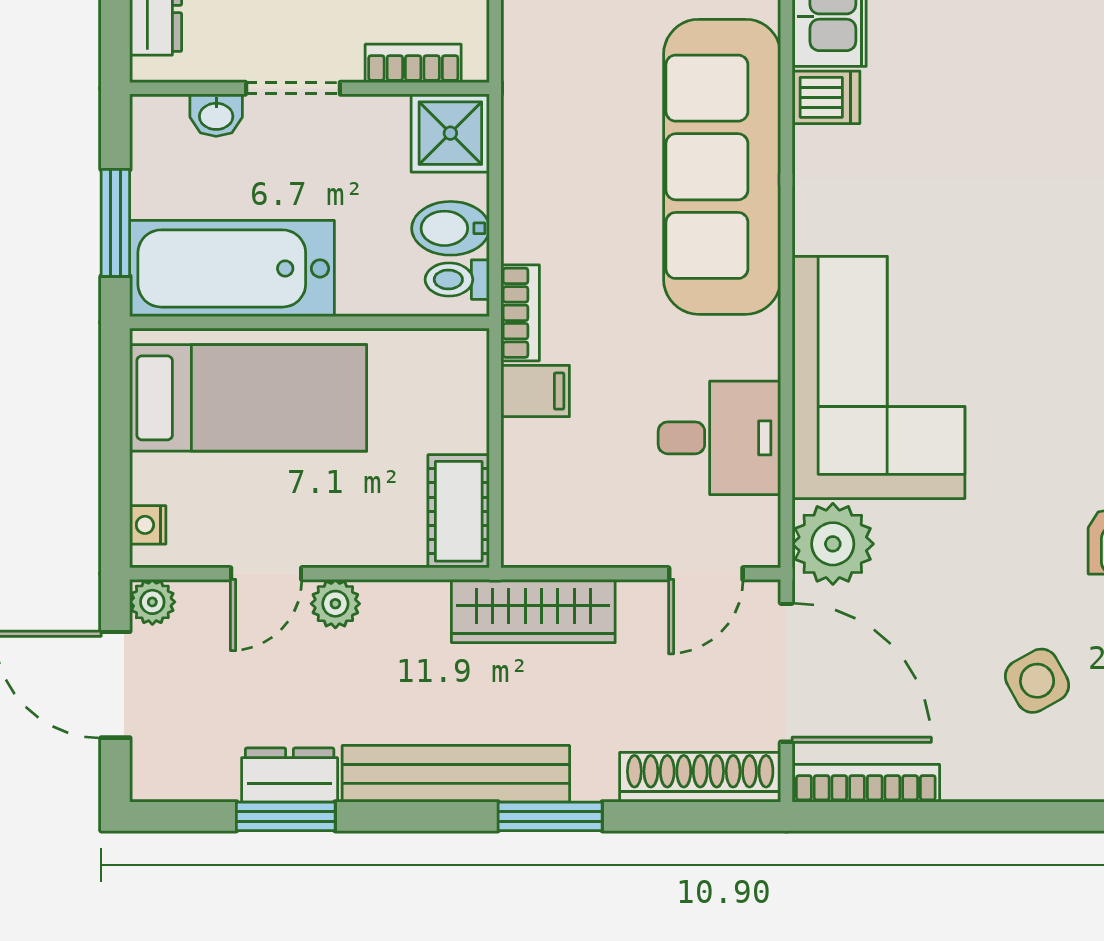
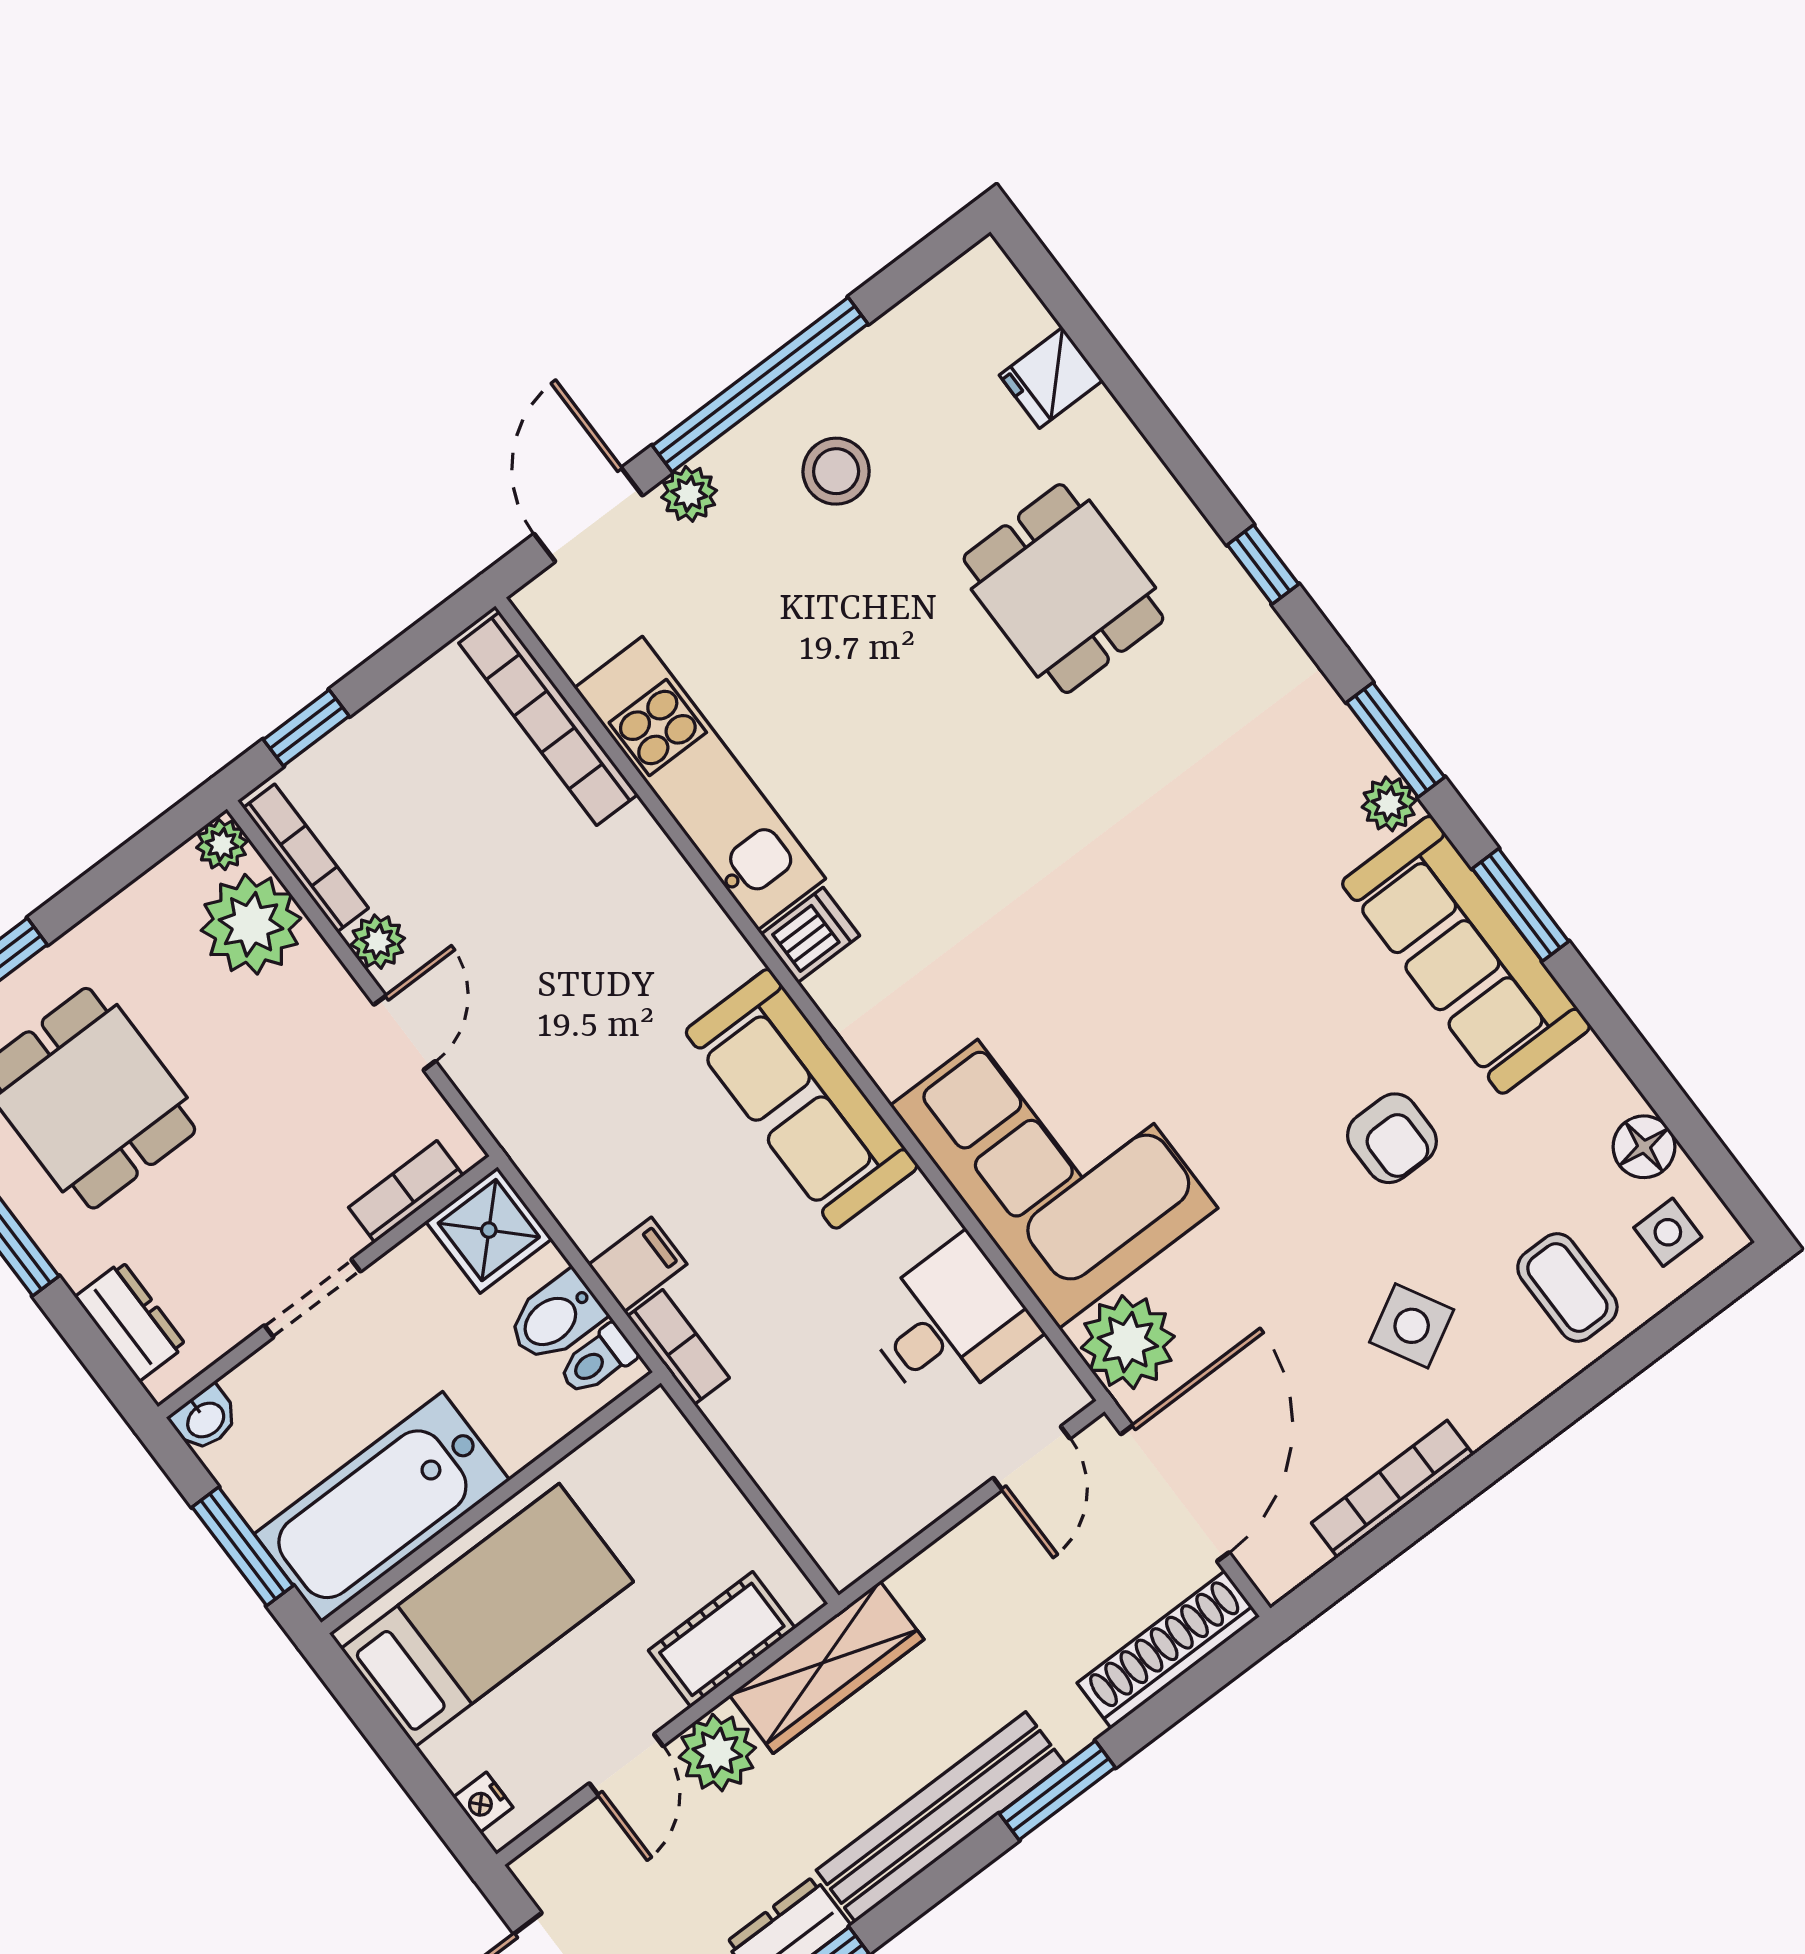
washbasin: (216, 115) -> (205, 1419), moved
sofa: (722, 167) -> (802, 1099), width x0.74, depth x0.79
filing cabinet: (535, 391) -> (638, 1264), moved
cot: (459, 511) -> (722, 1639), moved, turned 90
plant: (152, 602) -> (541, 1870), removed
plant: (335, 604) -> (717, 1753), width x1.38, depth x1.38
wardrobe: (533, 611) -> (827, 1667), moved
door: (786, 673) -> (1175, 1493), hinge flipped
bookcase: (866, 783) -> (1392, 1489), moved

